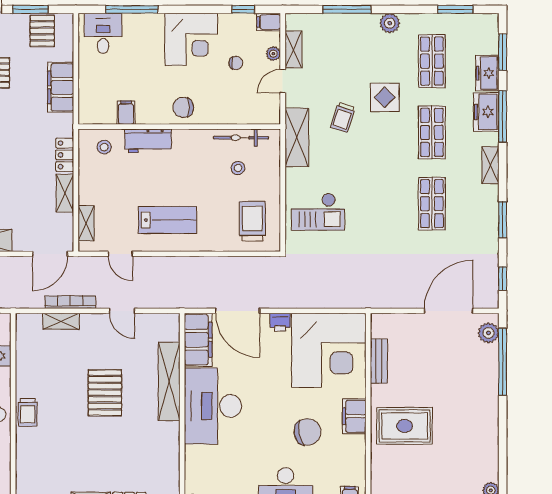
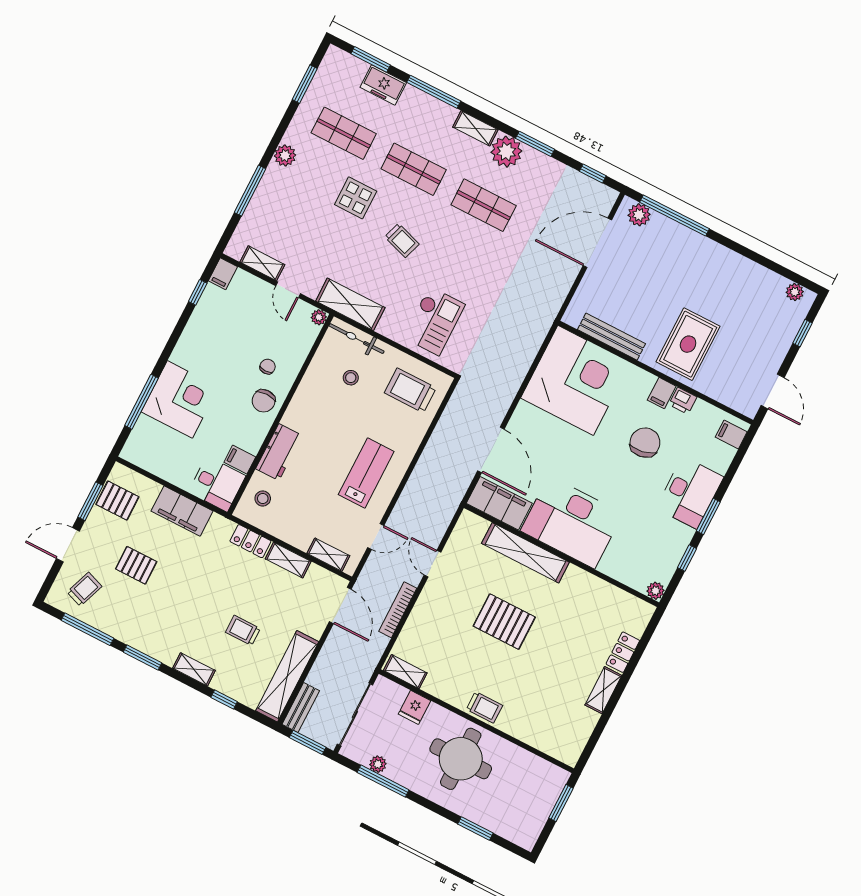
desk: (103, 33) -> (217, 484), moved, turned 180
corner desk: (191, 39) -> (180, 399), moved
plant: (273, 54) -> (319, 317), moved
chair: (236, 63) -> (268, 367), moved
freezer: (486, 112) -> (421, 106), removed
trolley: (343, 117) -> (402, 240), moved
bicycle: (241, 138) -> (356, 339), moved, turned 90
plant: (485, 200) -> (506, 152), added
door: (122, 311) -> (432, 564), swing flipped
door: (238, 311) -> (491, 450), hinge flipped
door: (449, 311) -> (597, 243), hinge flipped
shelving: (61, 321) -> (405, 672), moved, turned 90
printer: (280, 322) -> (683, 401), moved, turned 90
bench: (379, 361) -> (612, 337), width x1.36
filing cabinet: (354, 416) -> (662, 393), width x0.50

